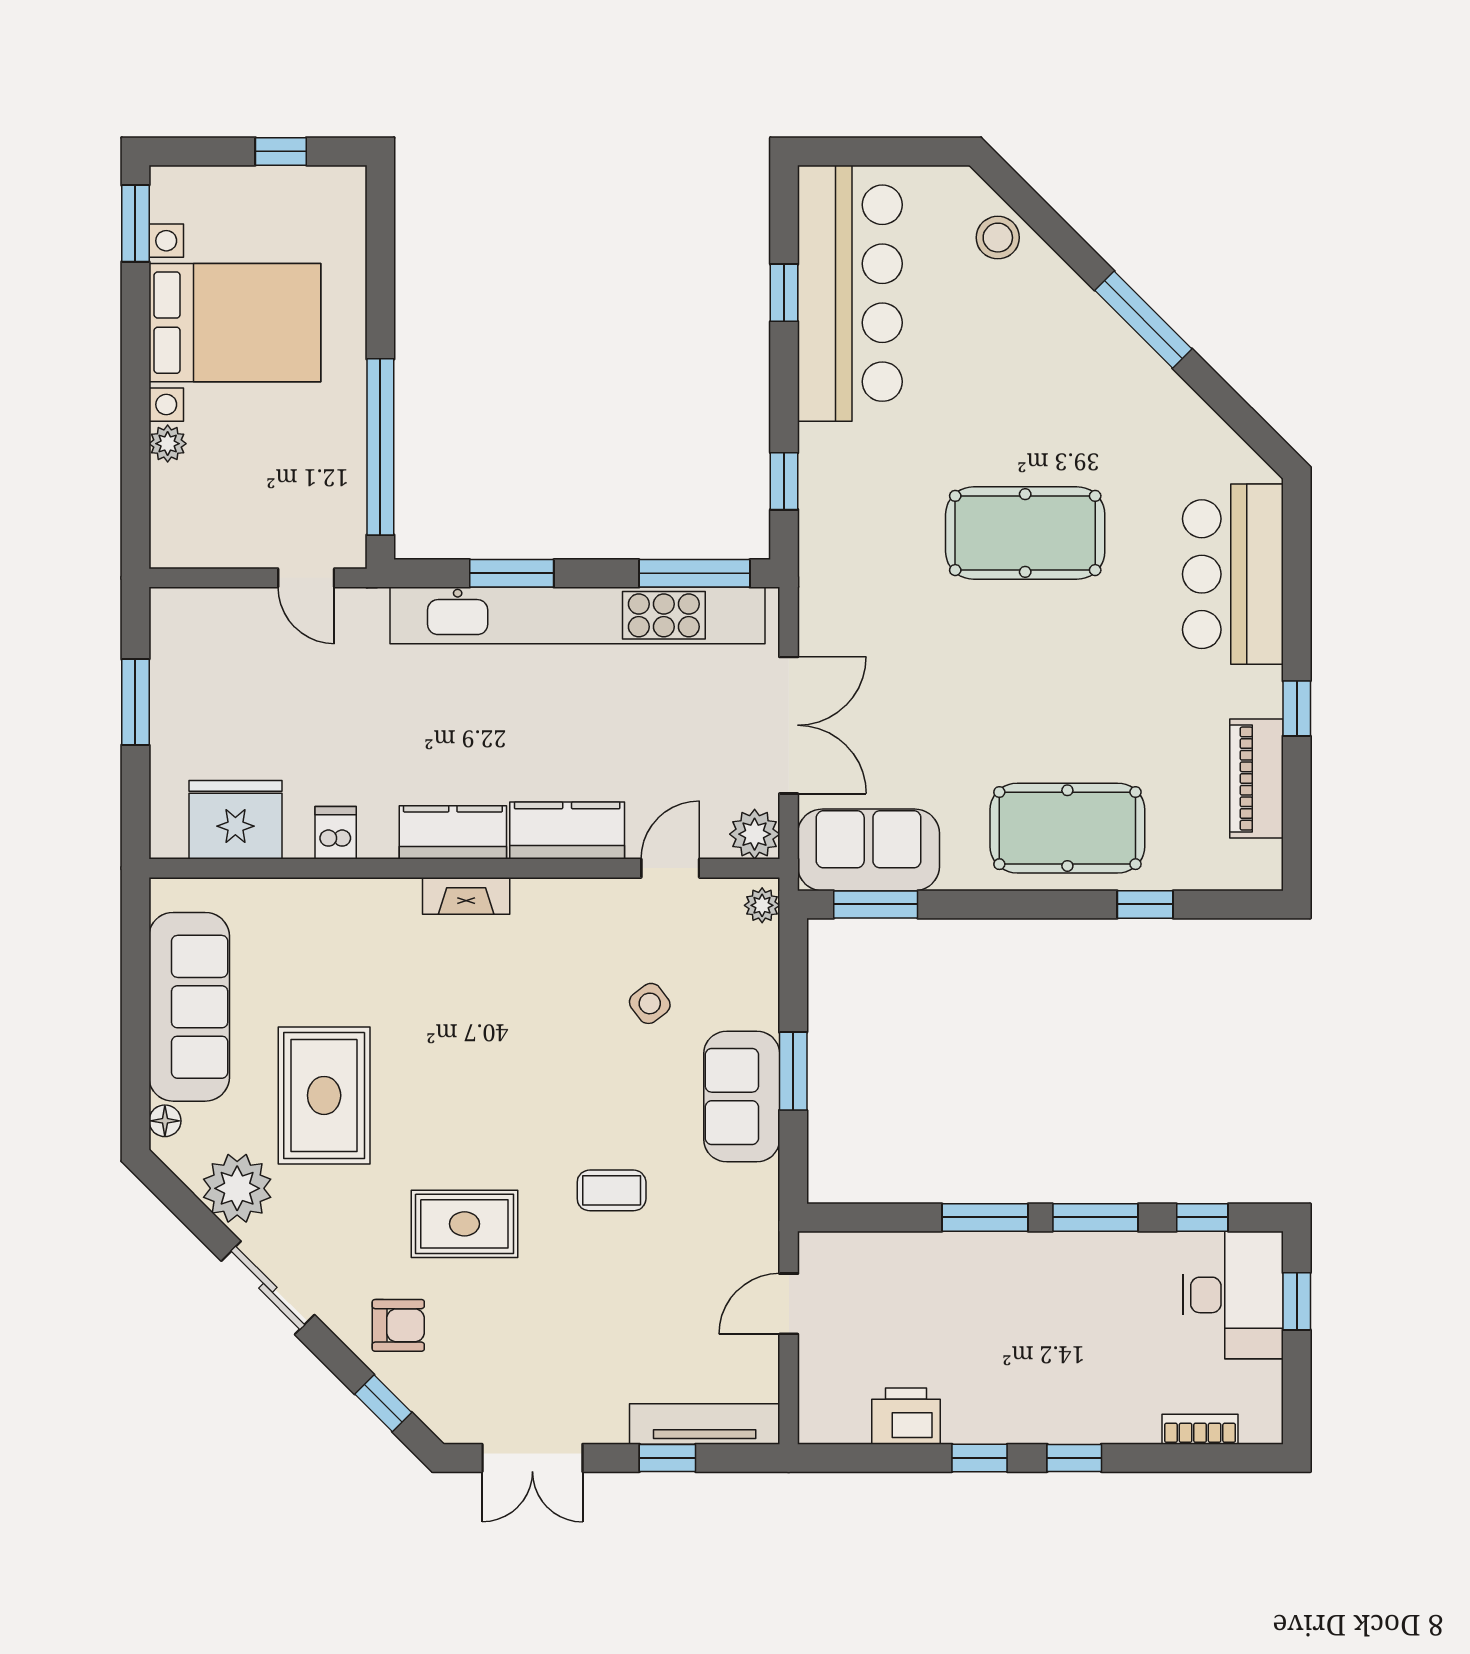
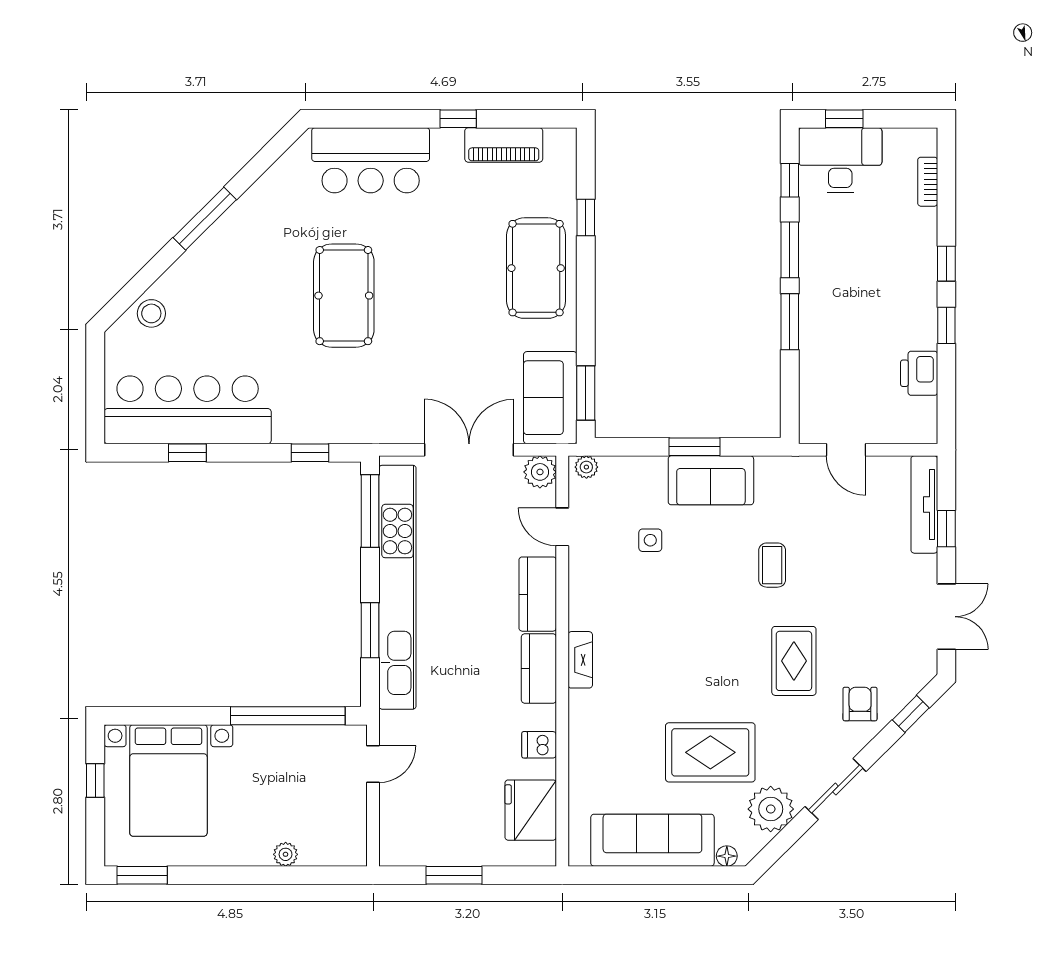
bed with nightstands: (235, 323) -> (168, 780), moved, turned 180
side table: (650, 1003) -> (650, 540), turned 37

